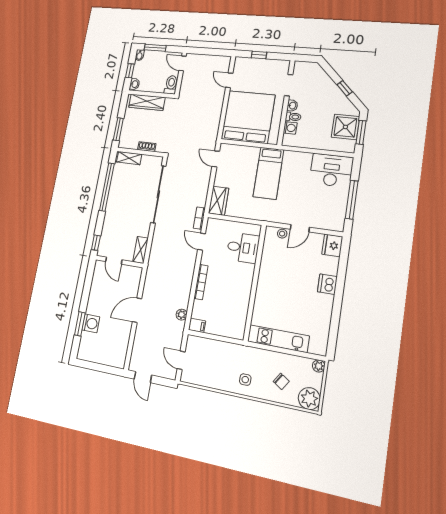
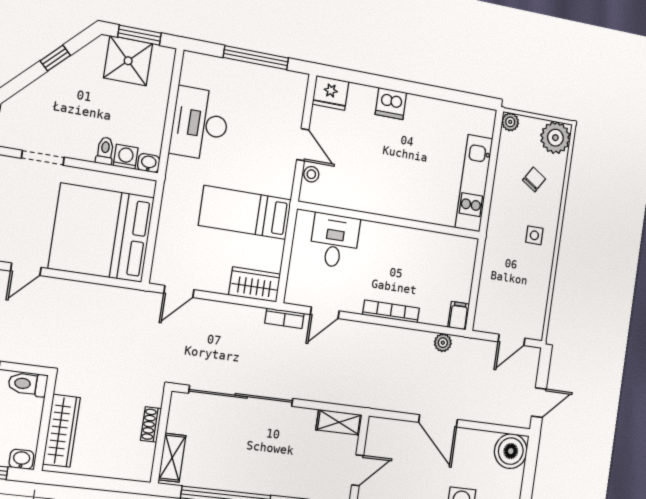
washbasin: (292, 106) -> (149, 163), moved
window: (118, 129) -> (114, 485), removed
desk: (331, 170) -> (200, 124), moved
bed: (268, 173) -> (245, 212), moved, turned 180
boiler: (116, 357) -> (511, 451), added

